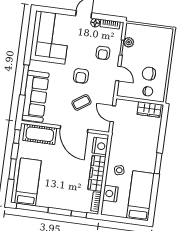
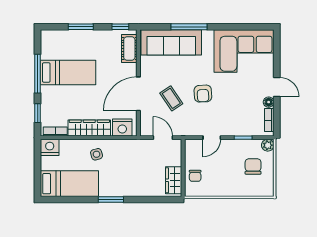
plant: (129, 42) -> (268, 145), moved
armchair: (103, 53) -> (234, 116), removed
chair: (149, 74) -> (253, 166), moved
armchair: (81, 76) -> (203, 94), turned -93
door: (113, 114) -> (163, 138), hinge flipped
cot: (40, 134) -> (129, 48), width x0.73, depth x0.75
bed: (28, 182) -> (68, 73), moved
nightstand: (110, 194) -> (50, 147), moved
window: (32, 208) -> (38, 74), moved

